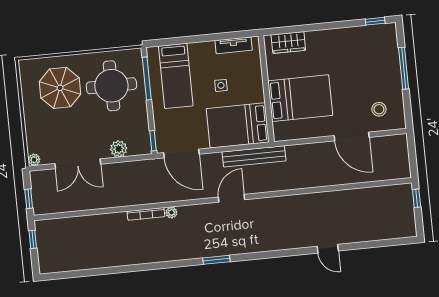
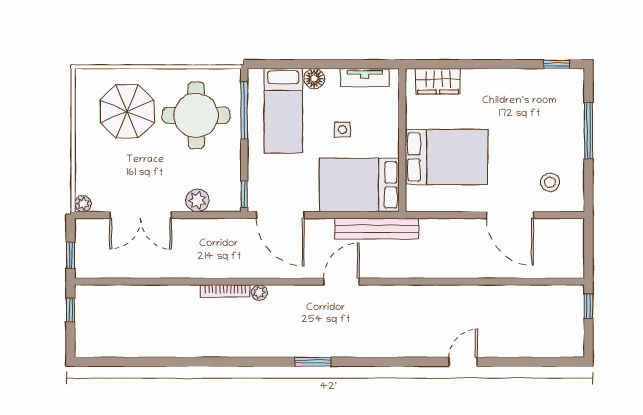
floor lamp: (196, 50) -> (314, 79), added
door: (328, 249) -> (463, 362), swing flipped

